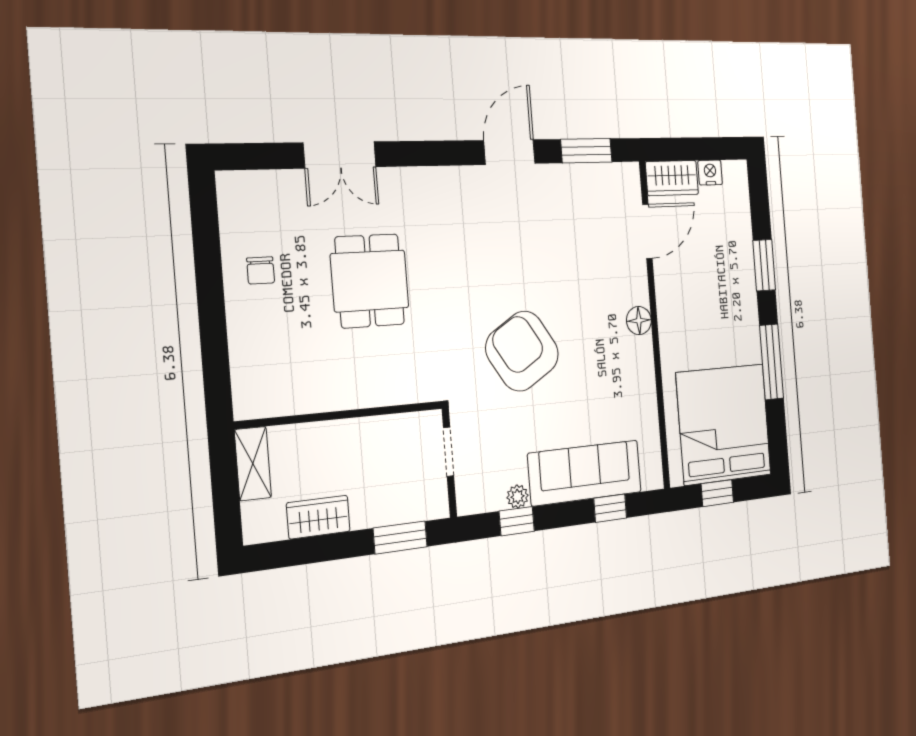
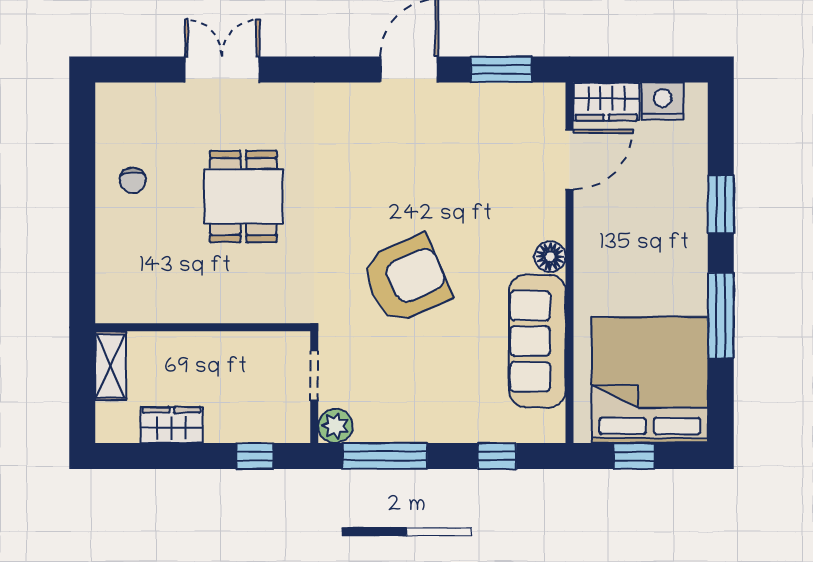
double door: (340, 155) -> (222, 69), swing flipped
nightstand: (710, 173) -> (663, 101), width x1.36, depth x1.33
armchair: (522, 351) -> (406, 279), turned 98
sofa: (585, 473) -> (537, 341), moved, turned -90
plant: (518, 497) -> (335, 426), moved, width x1.38, depth x1.38
window: (517, 521) -> (385, 456), width x2.17
window: (400, 537) -> (255, 456), width x0.67

